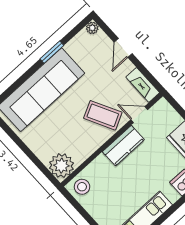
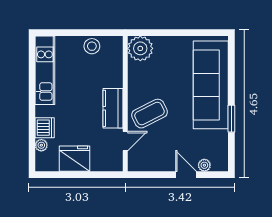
plant: (92, 28) -> (204, 165), moved
fireplace: (143, 85) -> (145, 164), removed
stool: (82, 187) -> (92, 46), moved

